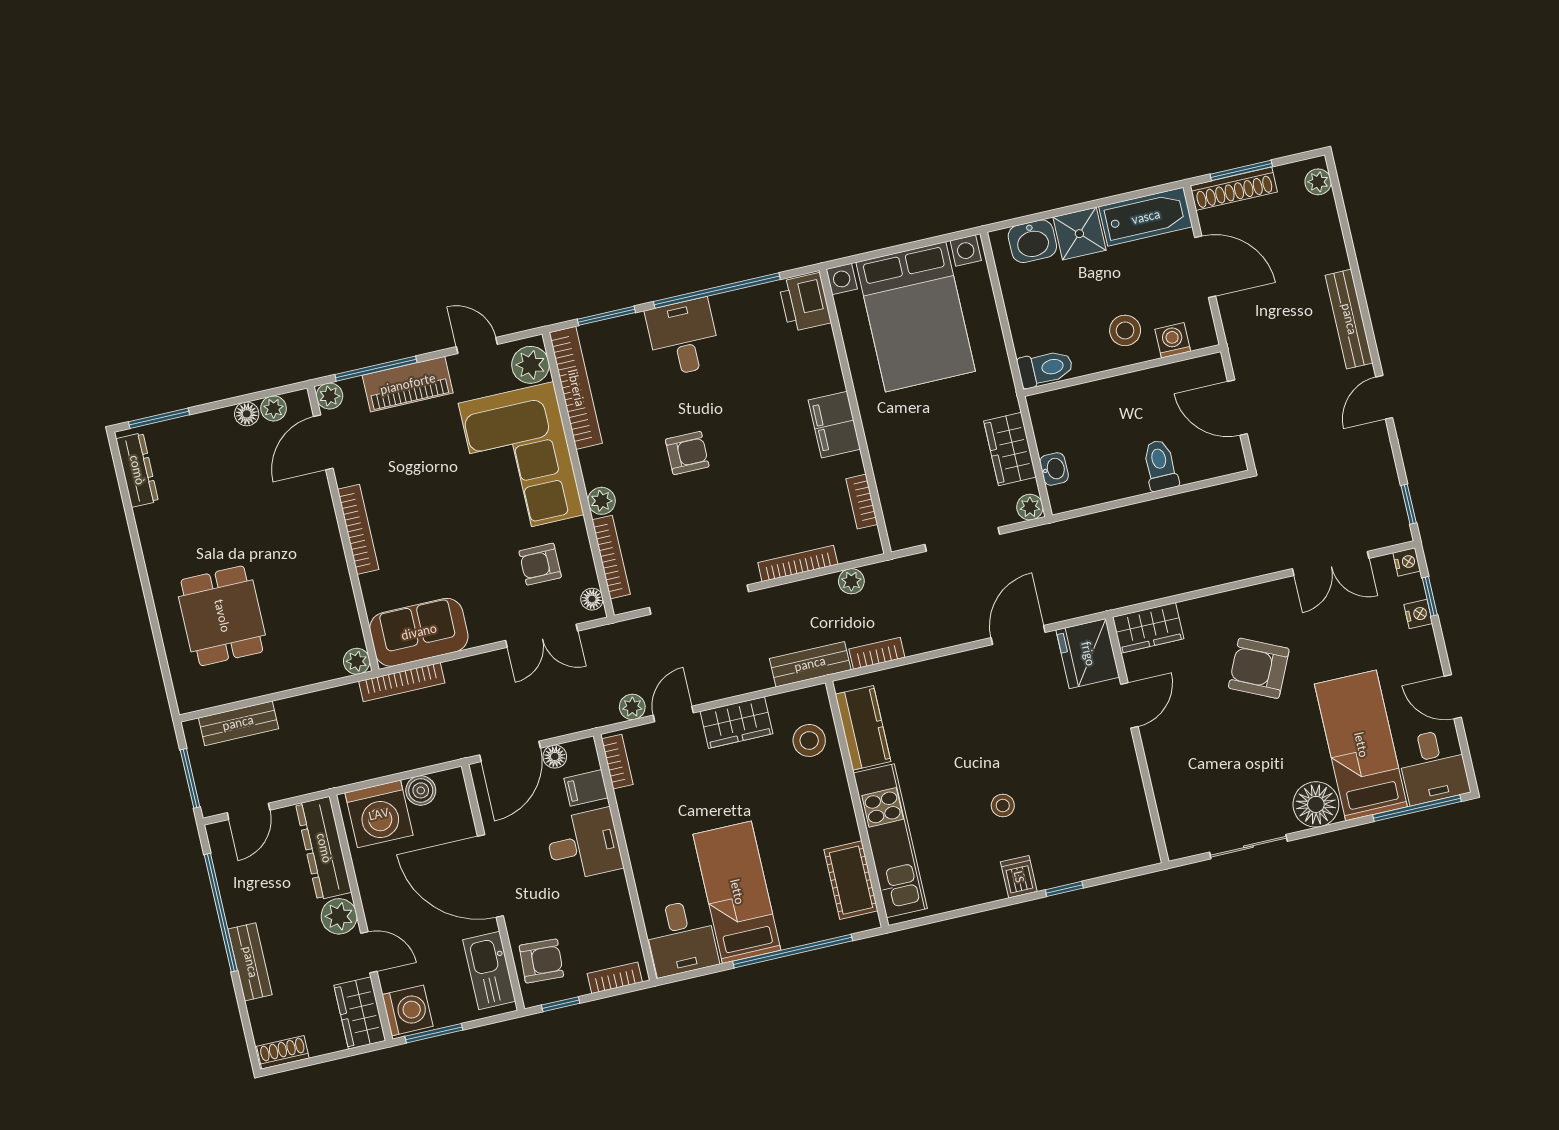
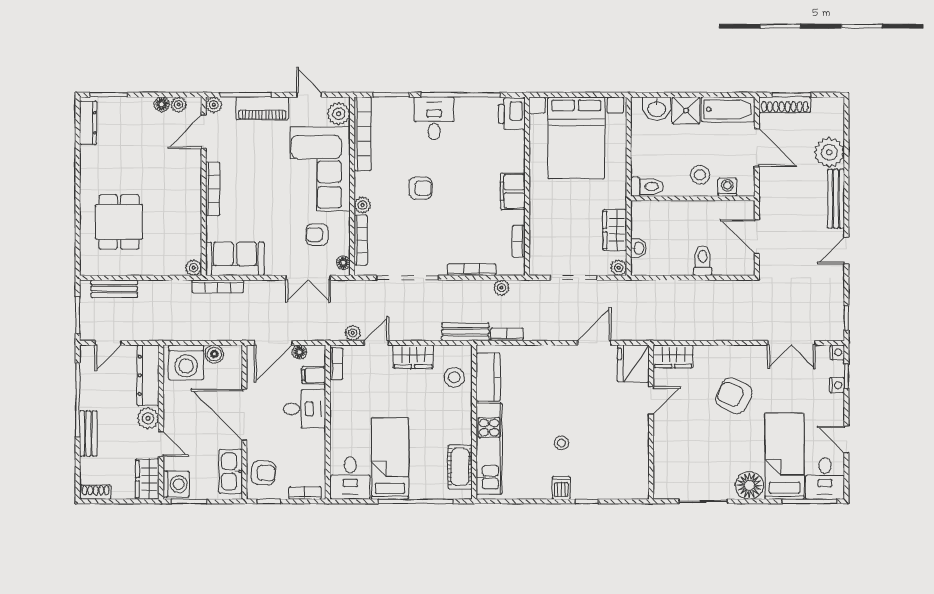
plant: (1318, 182) -> (829, 152), moved, width x1.87, depth x1.87

